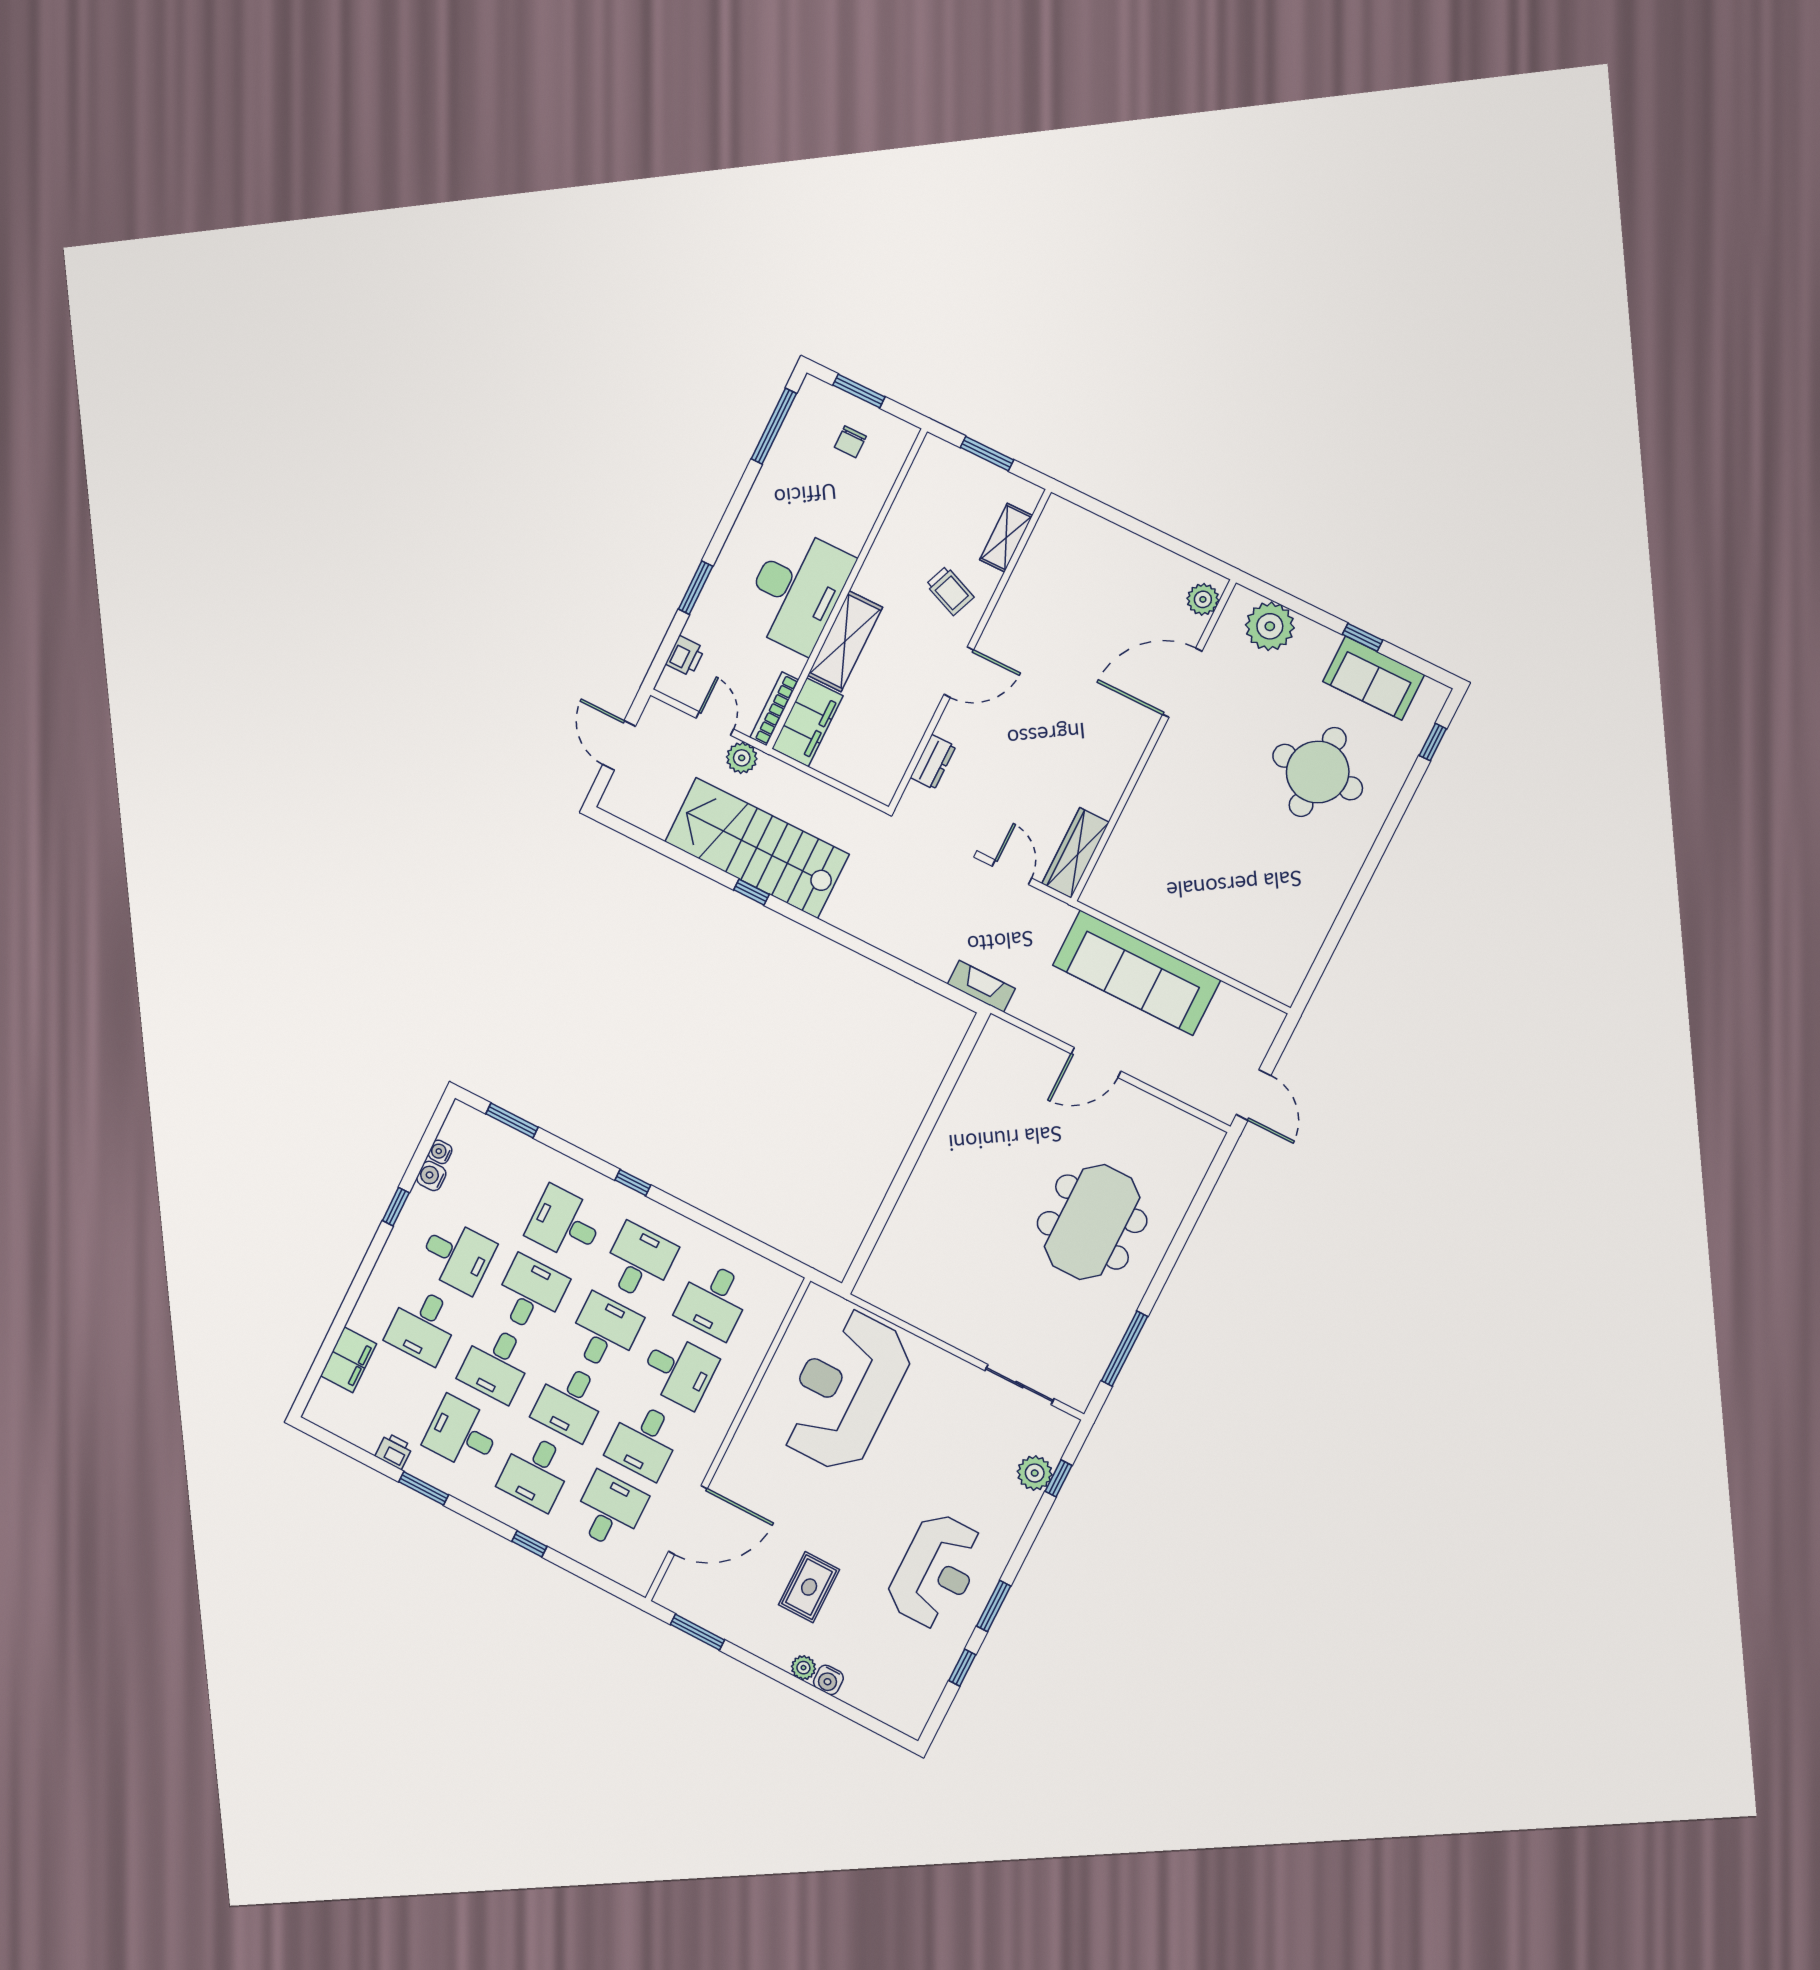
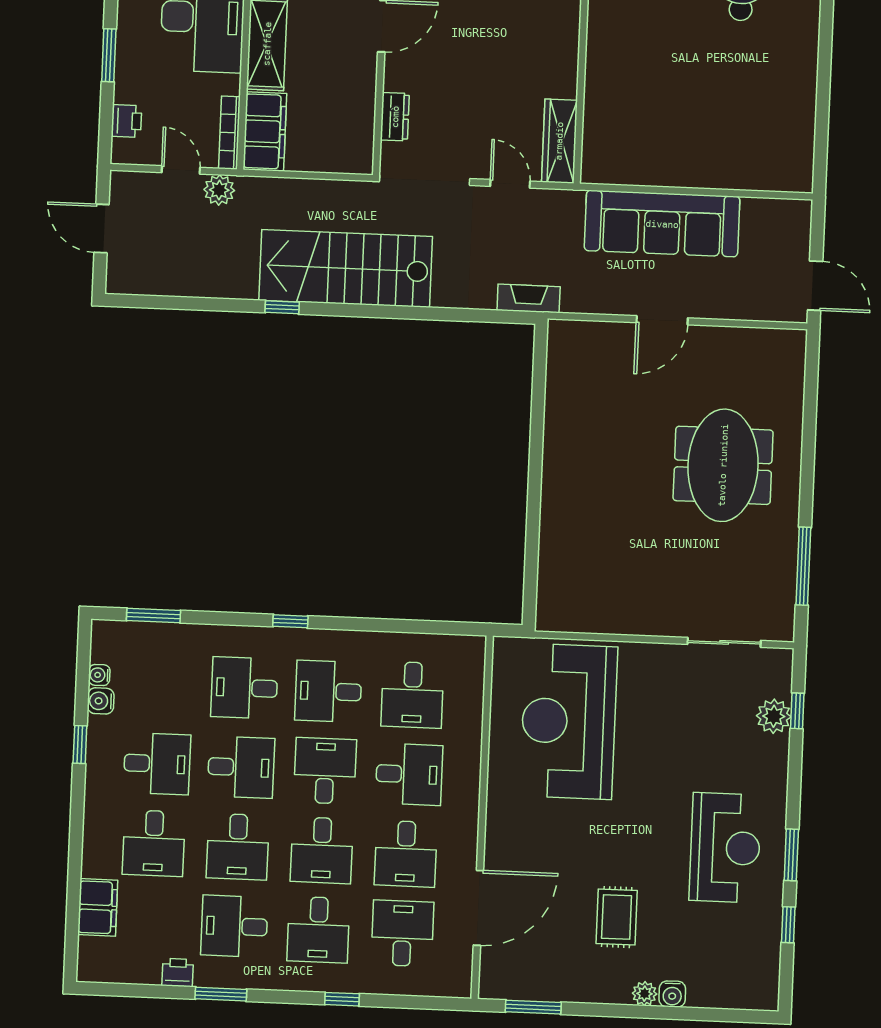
stairs: (757, 848) -> (346, 268), moved
desk: (639, 1262) -> (328, 691), turned -90
desk: (531, 1294) -> (241, 767), turned 90

